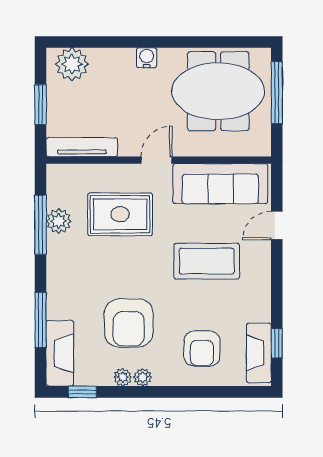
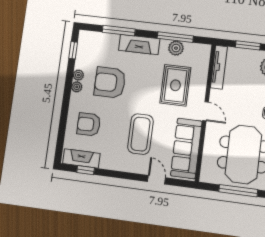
fireplace: (60, 353) -> (139, 45), moved

